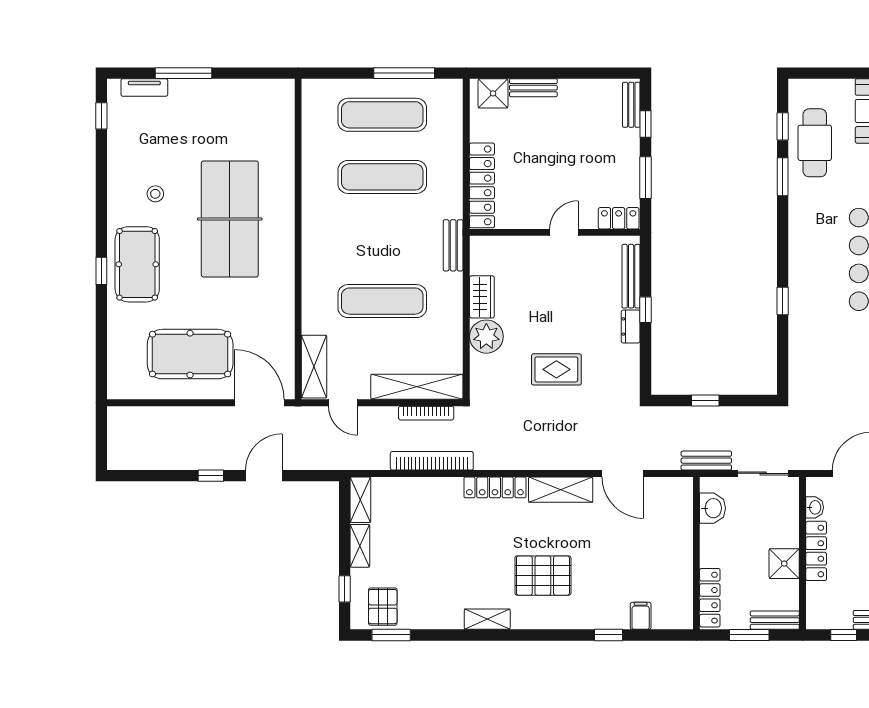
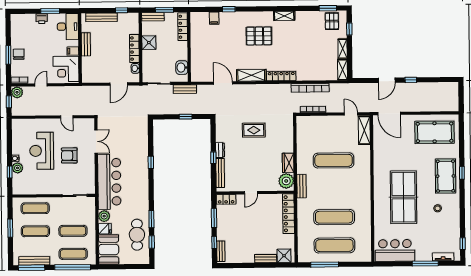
bar counter: (250, 102) -> (395, 250), added
plant: (486, 337) -> (286, 181), moved
pool table: (190, 354) -> (435, 132), moved
shelving: (417, 387) -> (317, 121), removed

